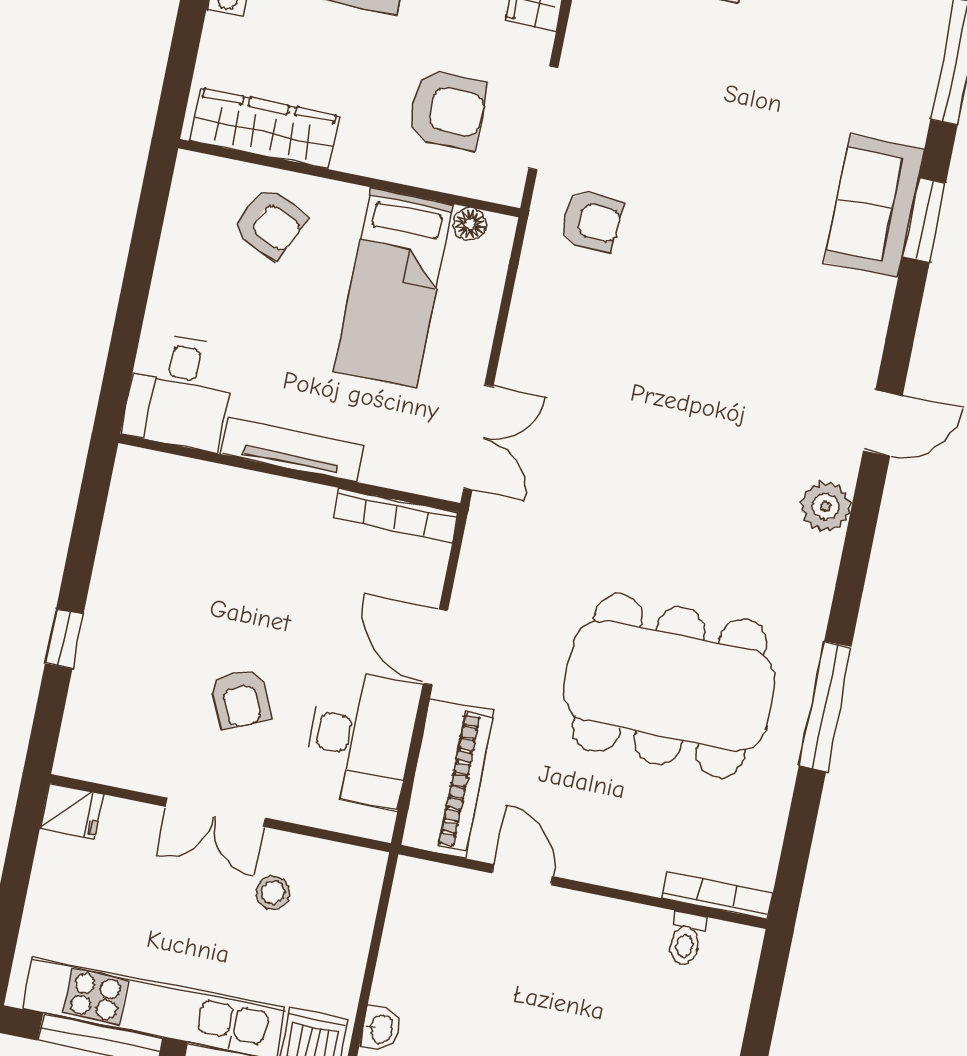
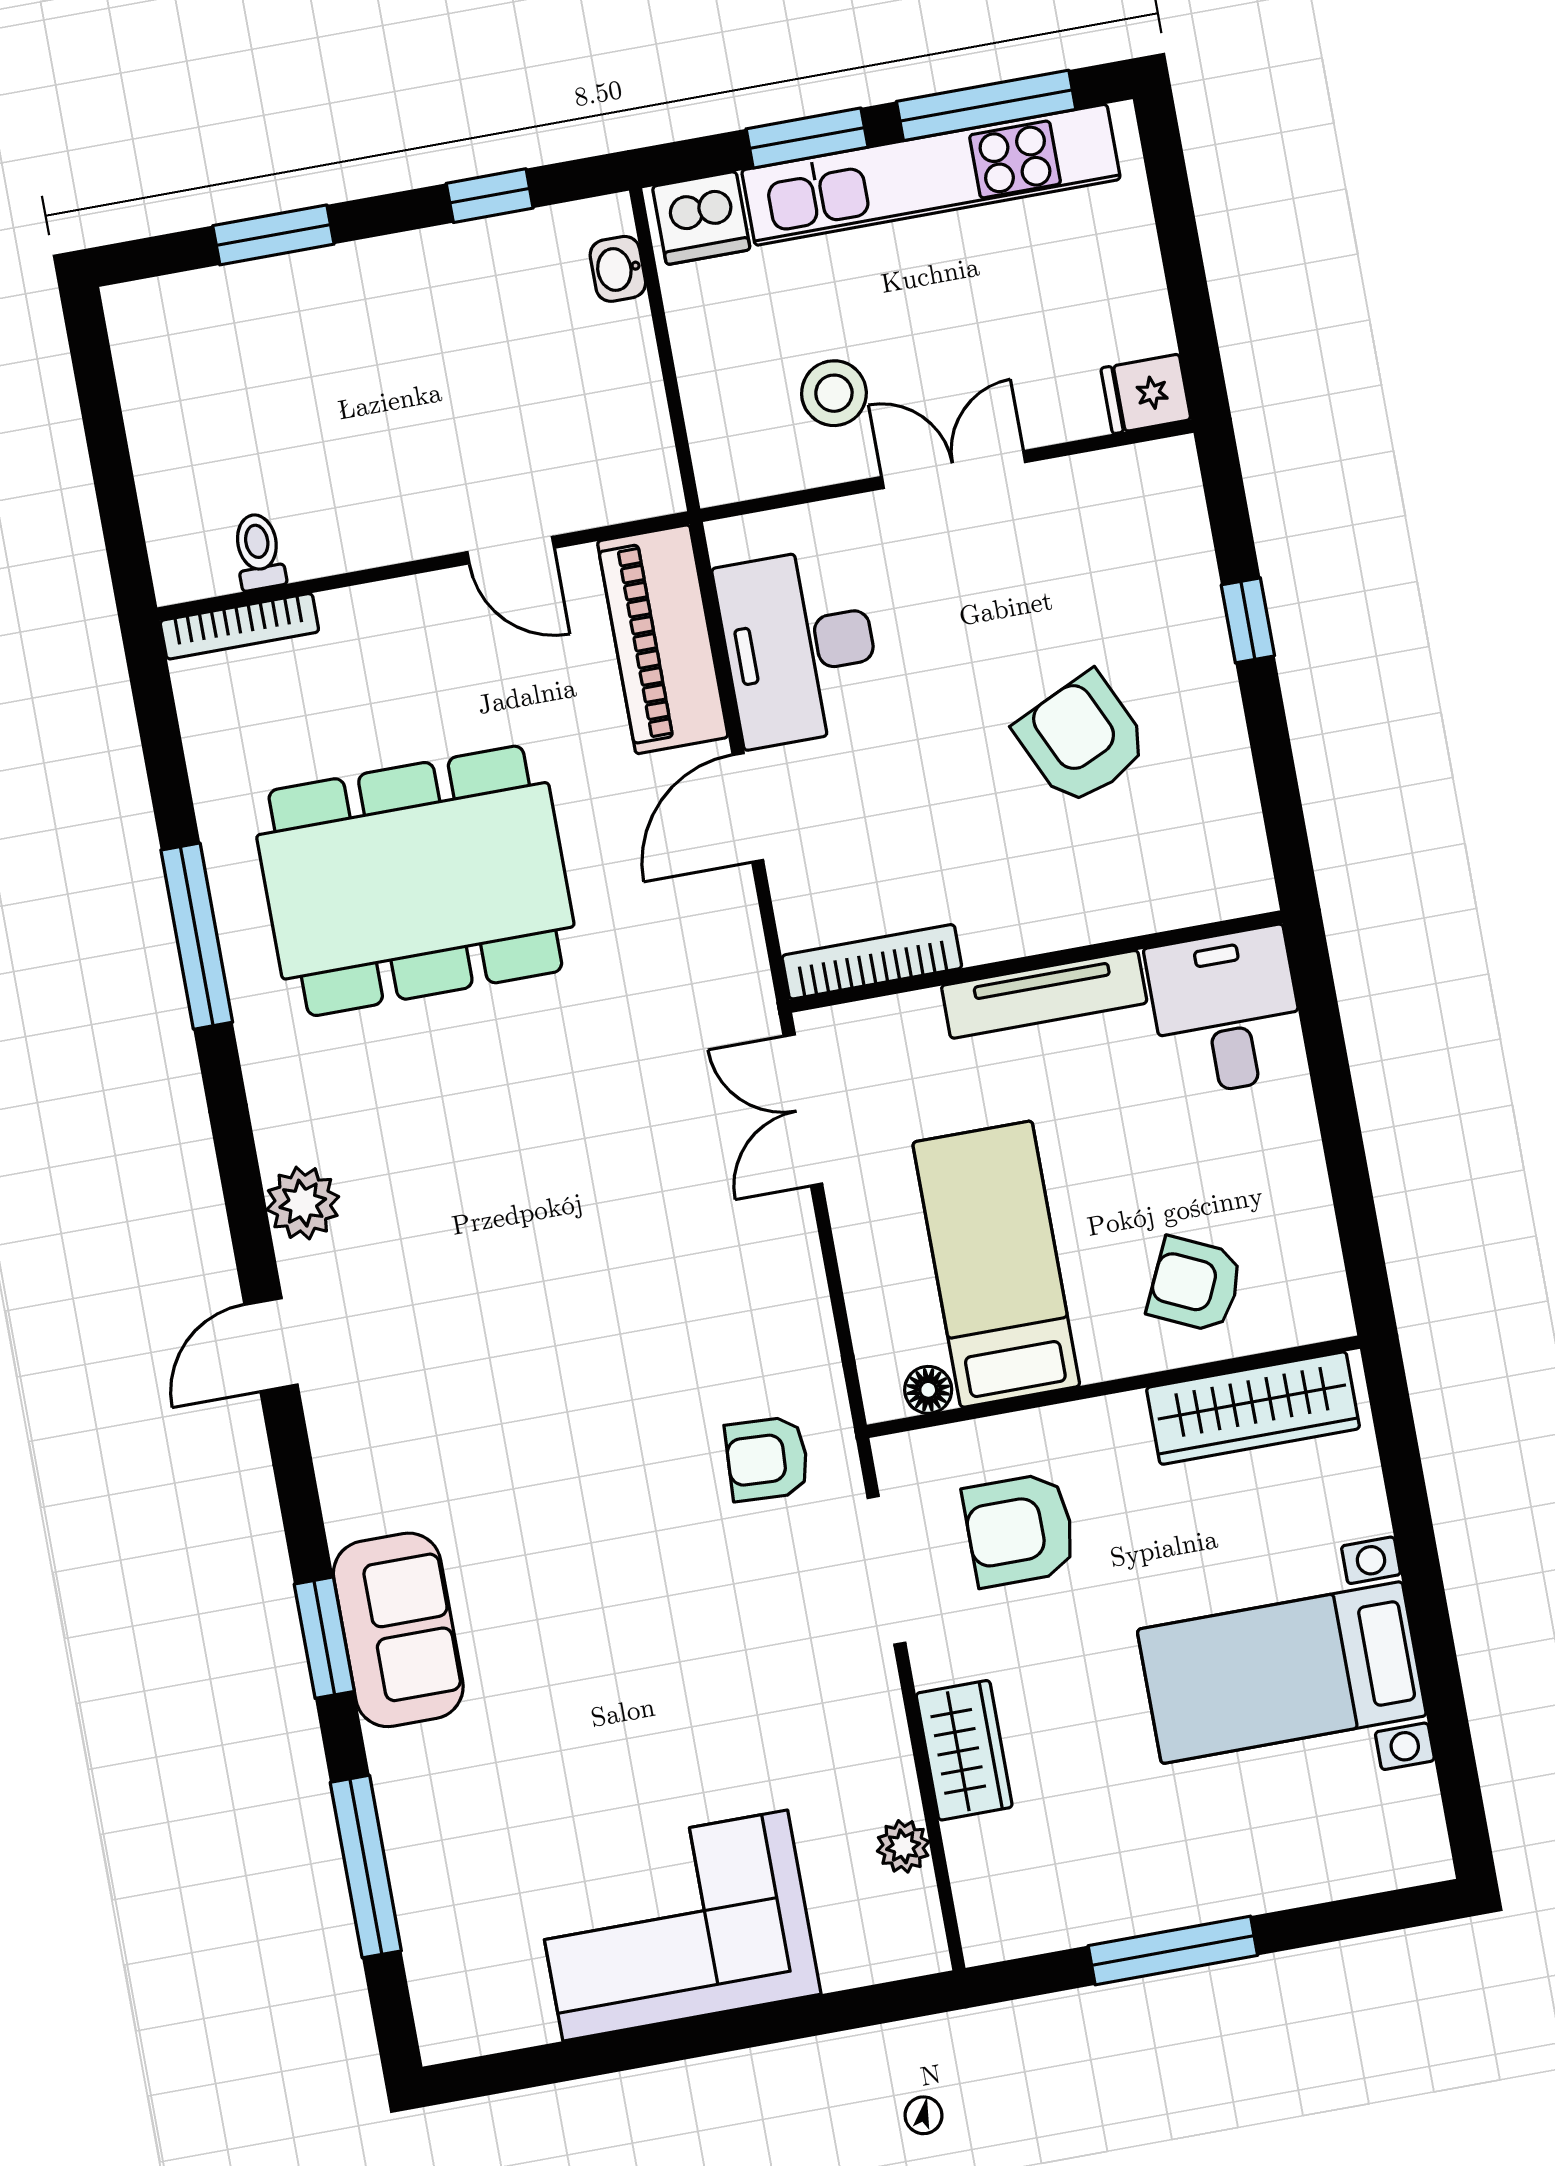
door: (436, 647) -> (748, 807), swing flipped
armchair: (240, 699) -> (1082, 739), moved, width x1.38, depth x1.38
stool: (273, 893) -> (834, 393), width x1.37, depth x1.37

